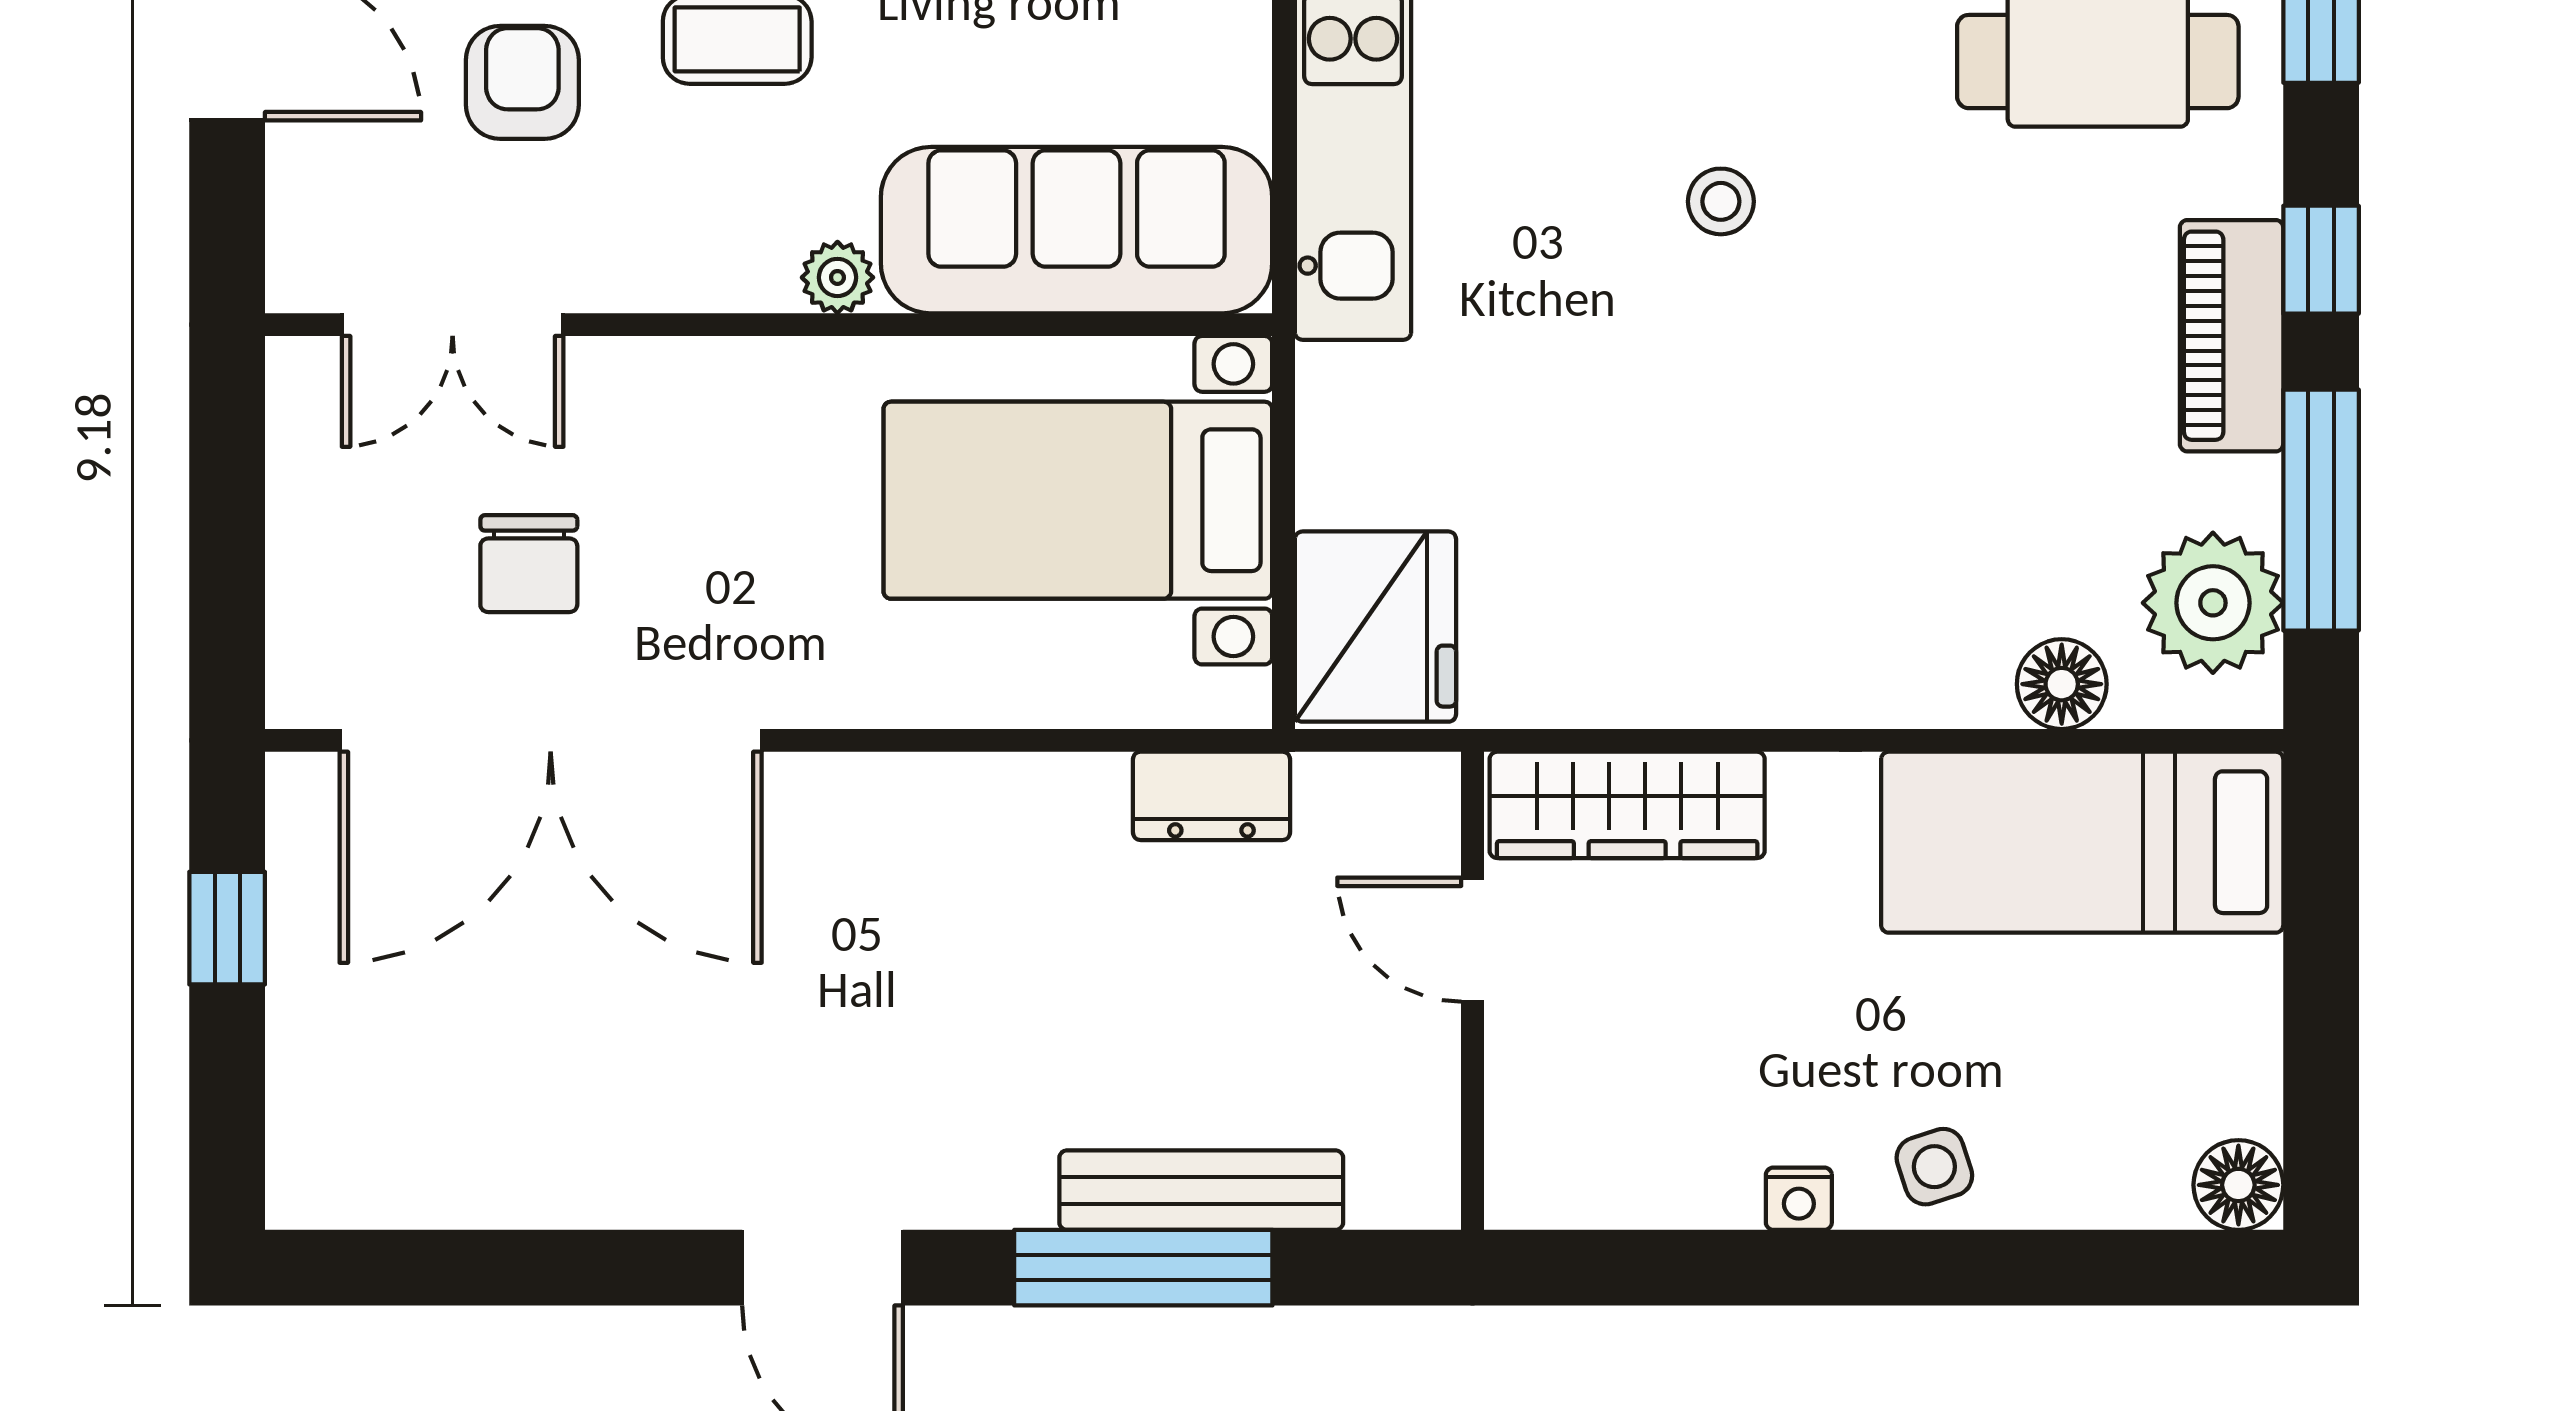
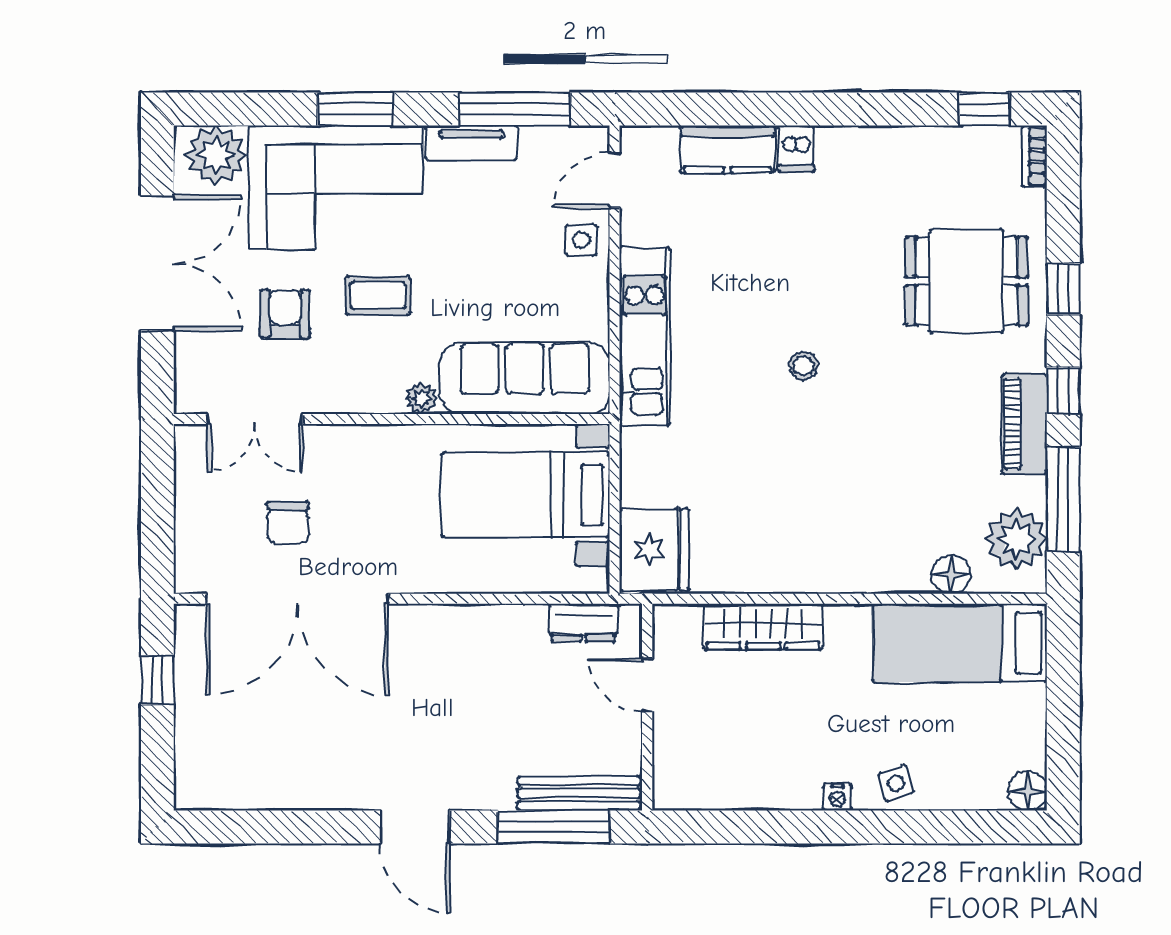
door: (1473, 940) -> (647, 685), moved
wall: (1473, 991) -> (647, 707), moved

